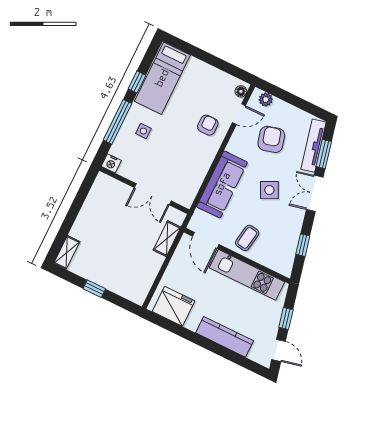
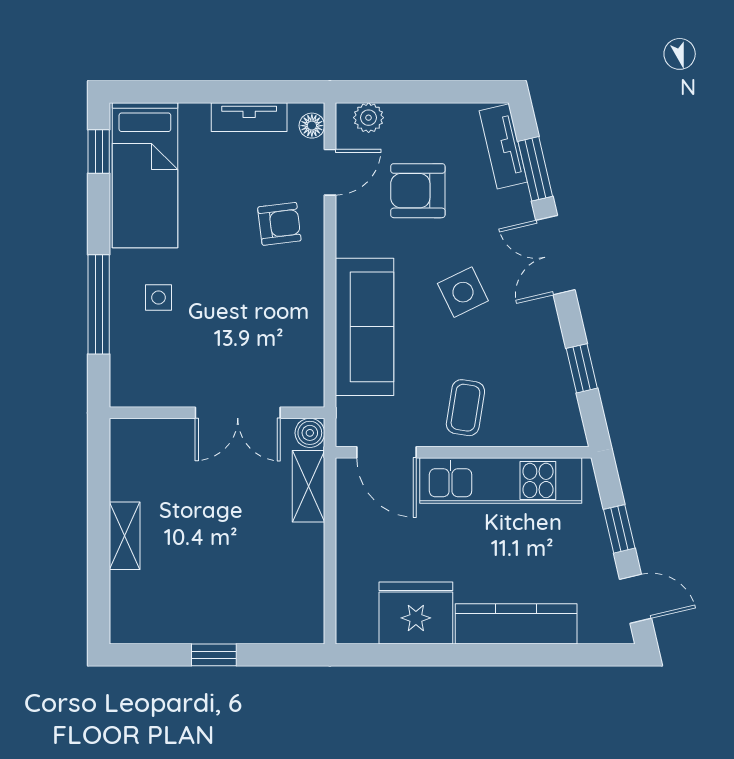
tv unit: (217, 75) -> (249, 117), added
window: (137, 82) -> (99, 152), moved
armchair: (208, 125) -> (279, 224), turned 83
armchair: (271, 139) -> (418, 191), turned -75
tv unit: (313, 146) -> (503, 146), width x0.71
nightstand: (111, 163) -> (126, 392), removed
boiler: (178, 217) -> (310, 433), added
shelving: (67, 252) -> (125, 536), moved
fridge: (174, 306) -> (416, 613), moved

